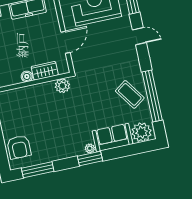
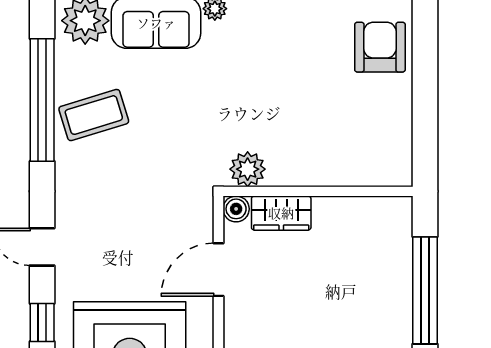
boiler: (27, 76) -> (236, 209), moved
coffee table: (130, 94) -> (94, 115), turned -72

